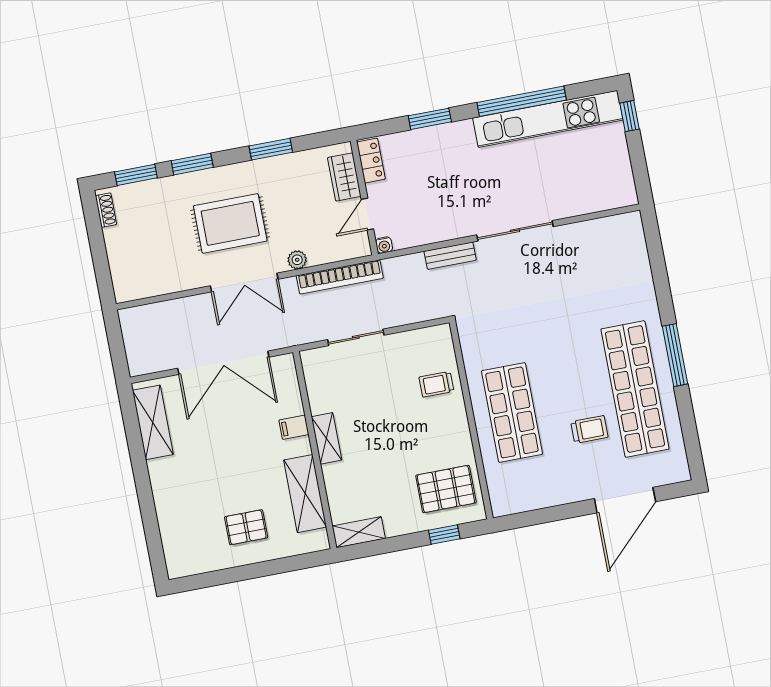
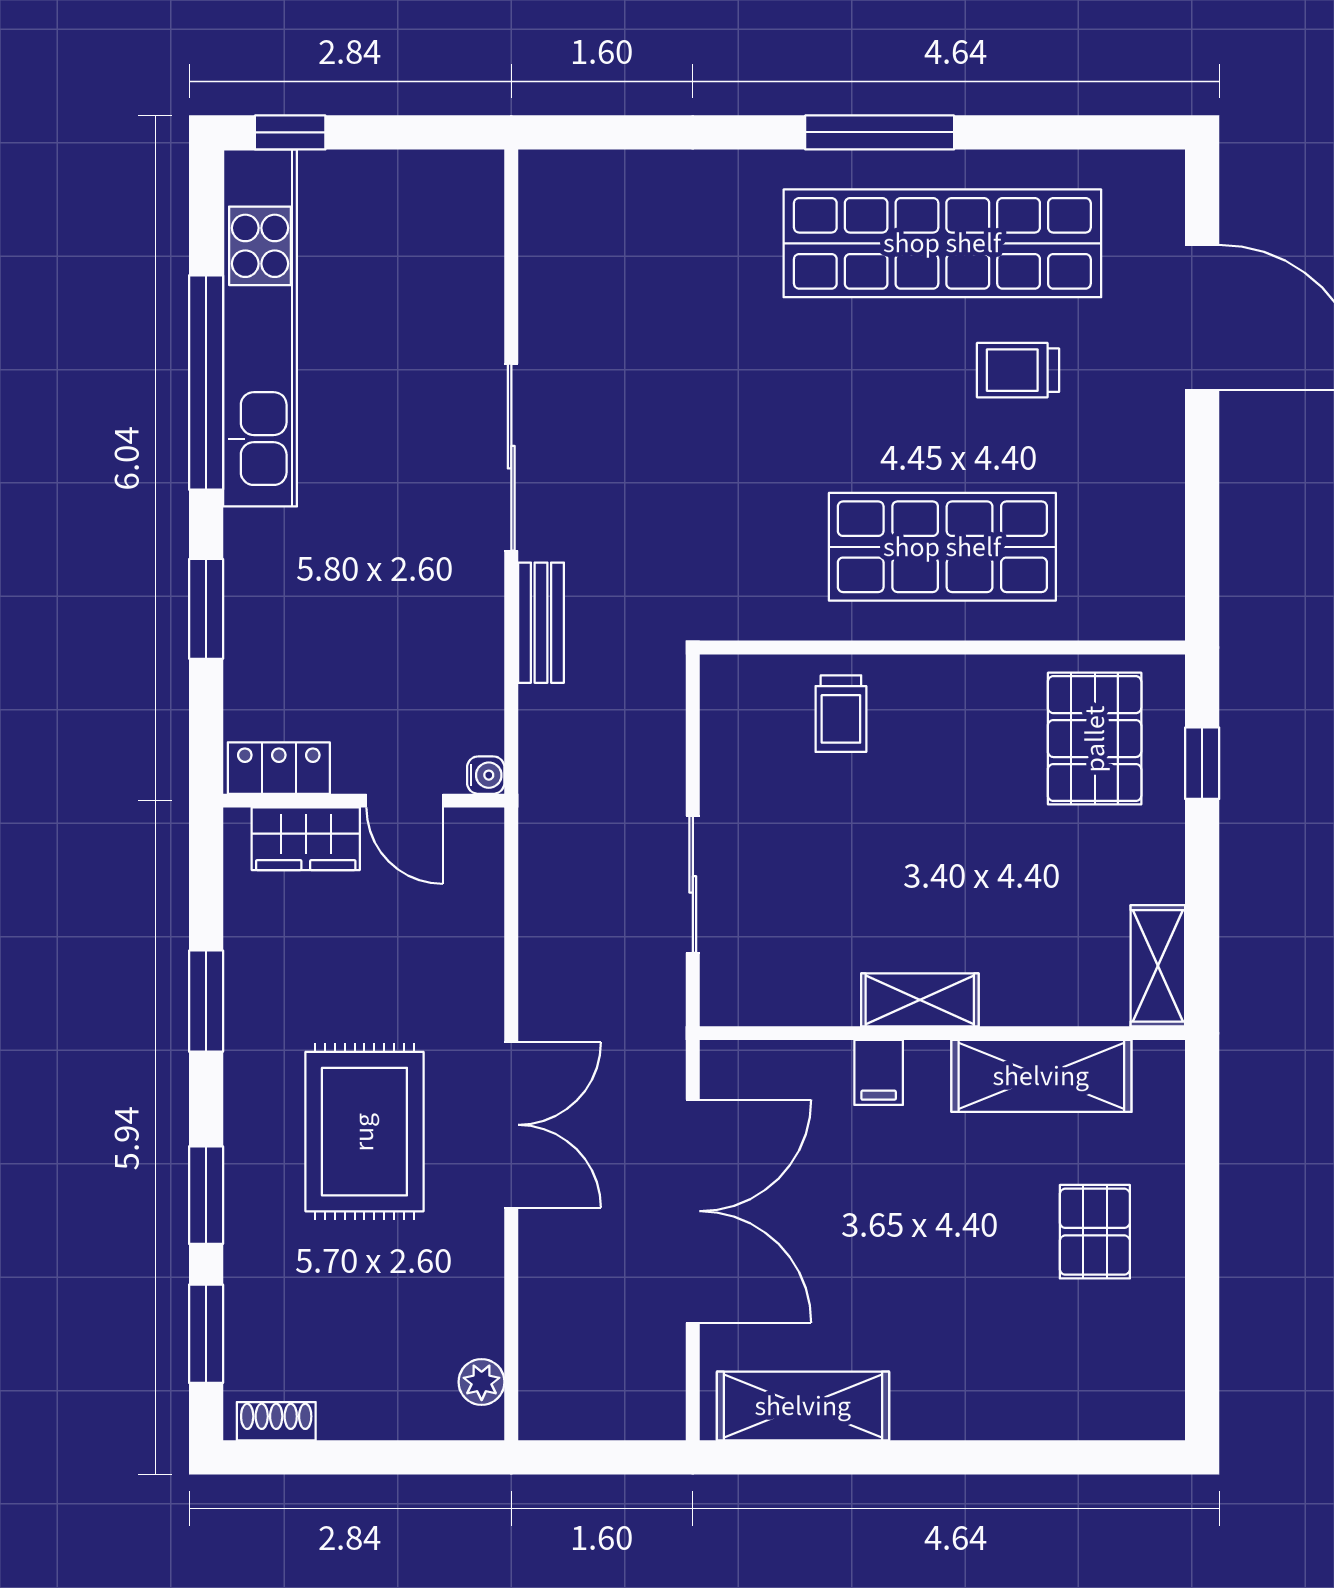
plant: (297, 260) -> (482, 1382), moved
bookcase: (340, 277) -> (541, 895), removed
trolley: (589, 429) -> (1018, 370), turned -90

